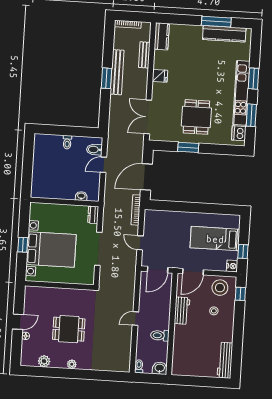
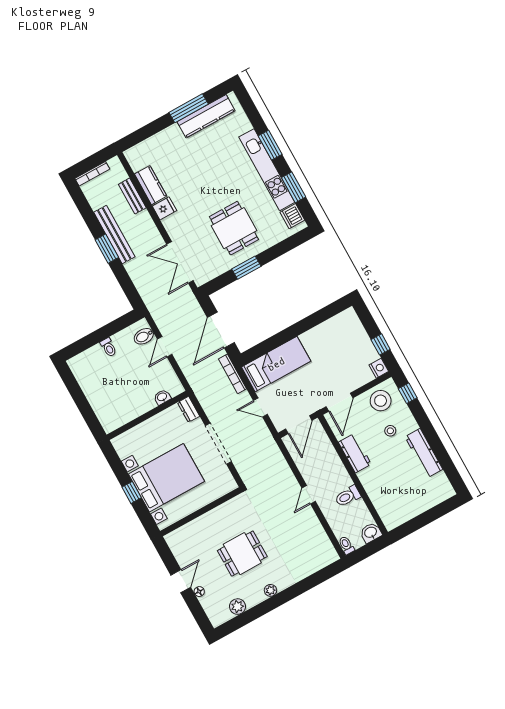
kitchen counter: (162, 36) -> (151, 185), moved
bed: (215, 239) -> (276, 364), moved, turned 180
workbench: (225, 360) -> (424, 453), moved

